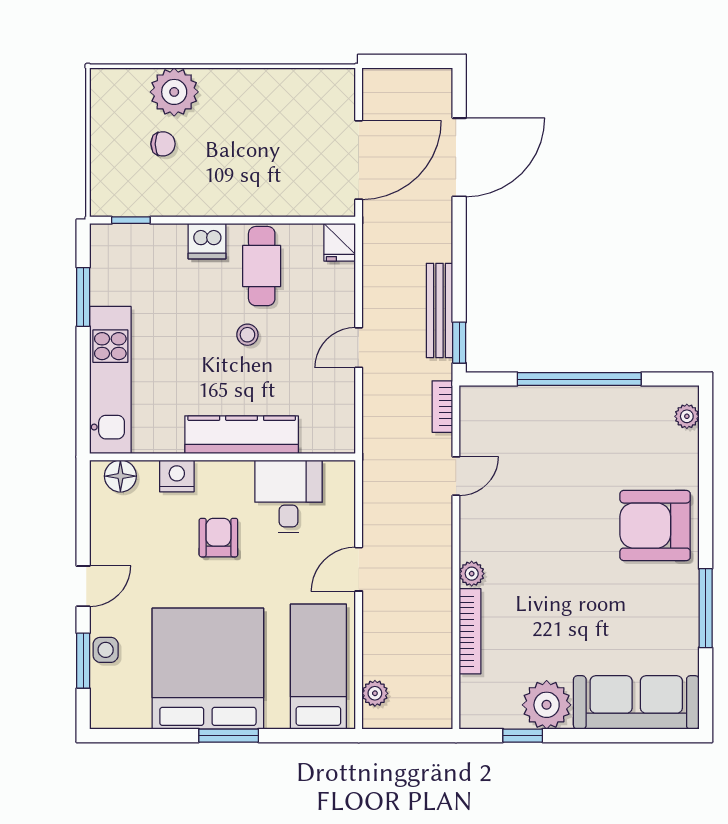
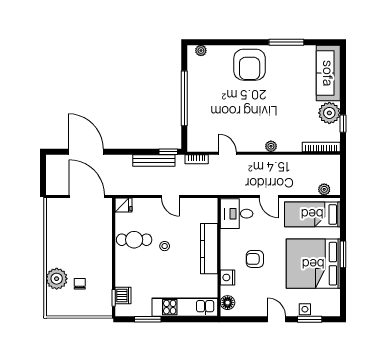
dishwasher: (207, 241) -> (123, 296), moved
desk: (289, 496) -> (237, 214), moved
bookcase: (470, 631) -> (321, 147), moved

